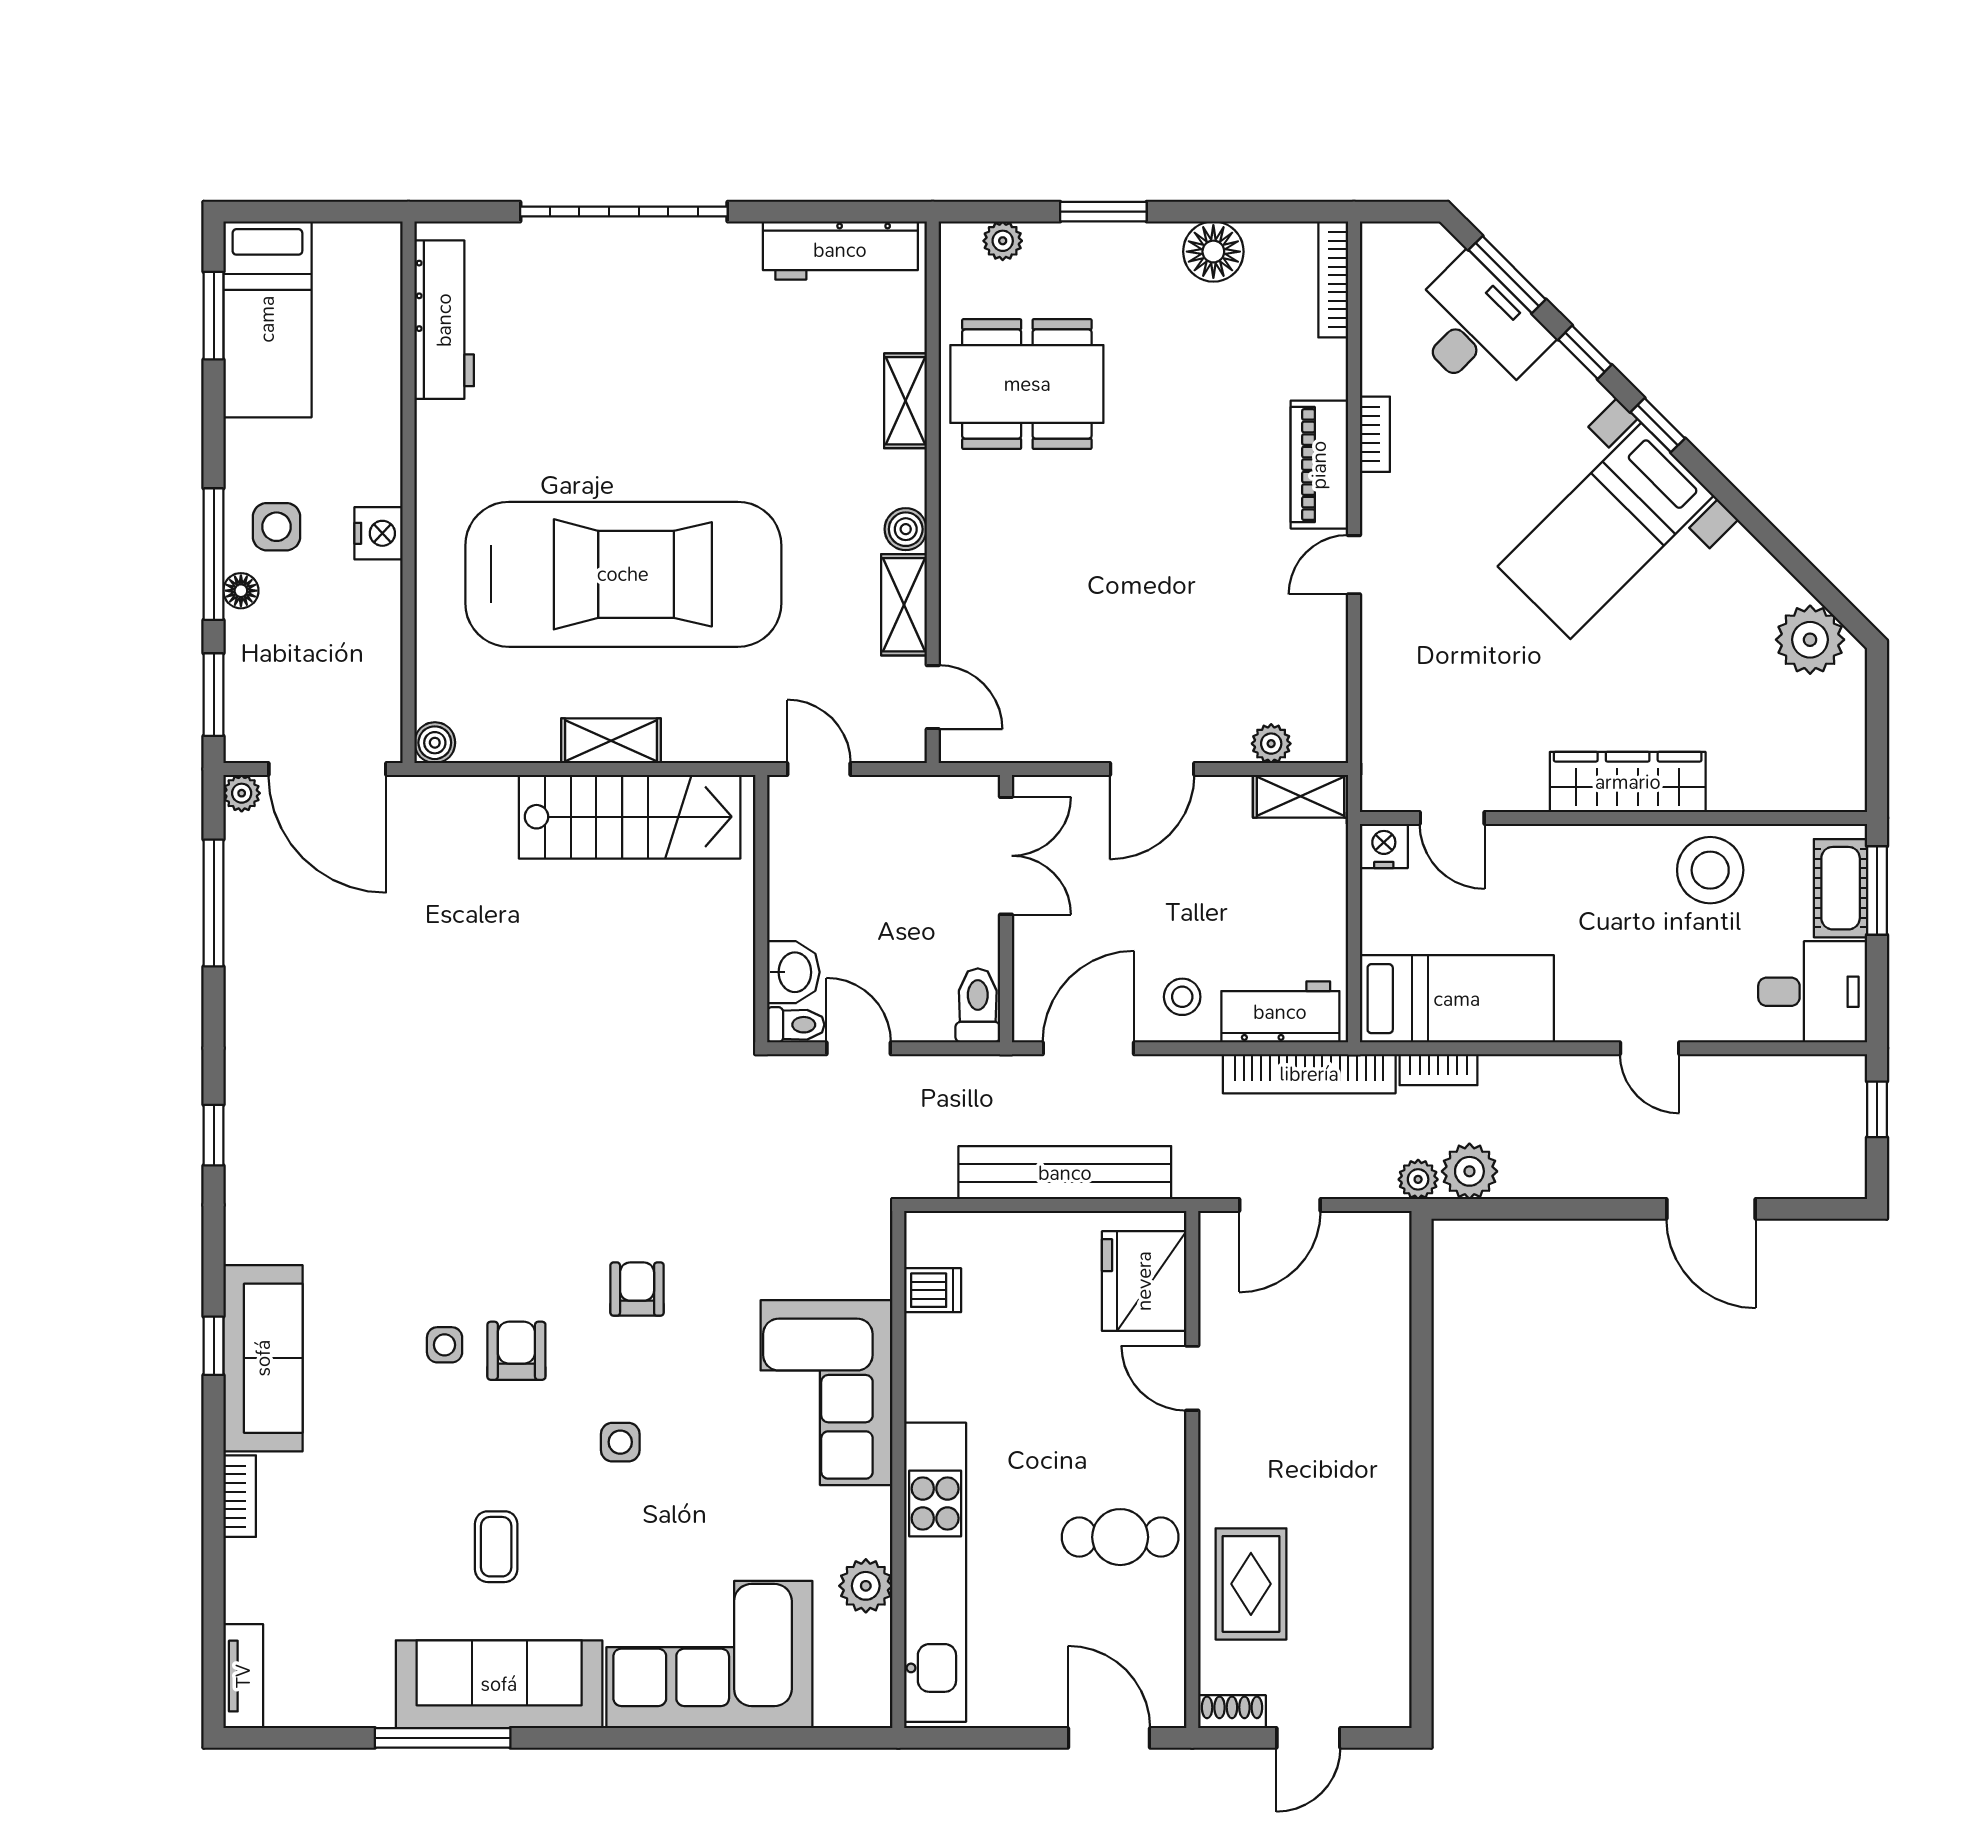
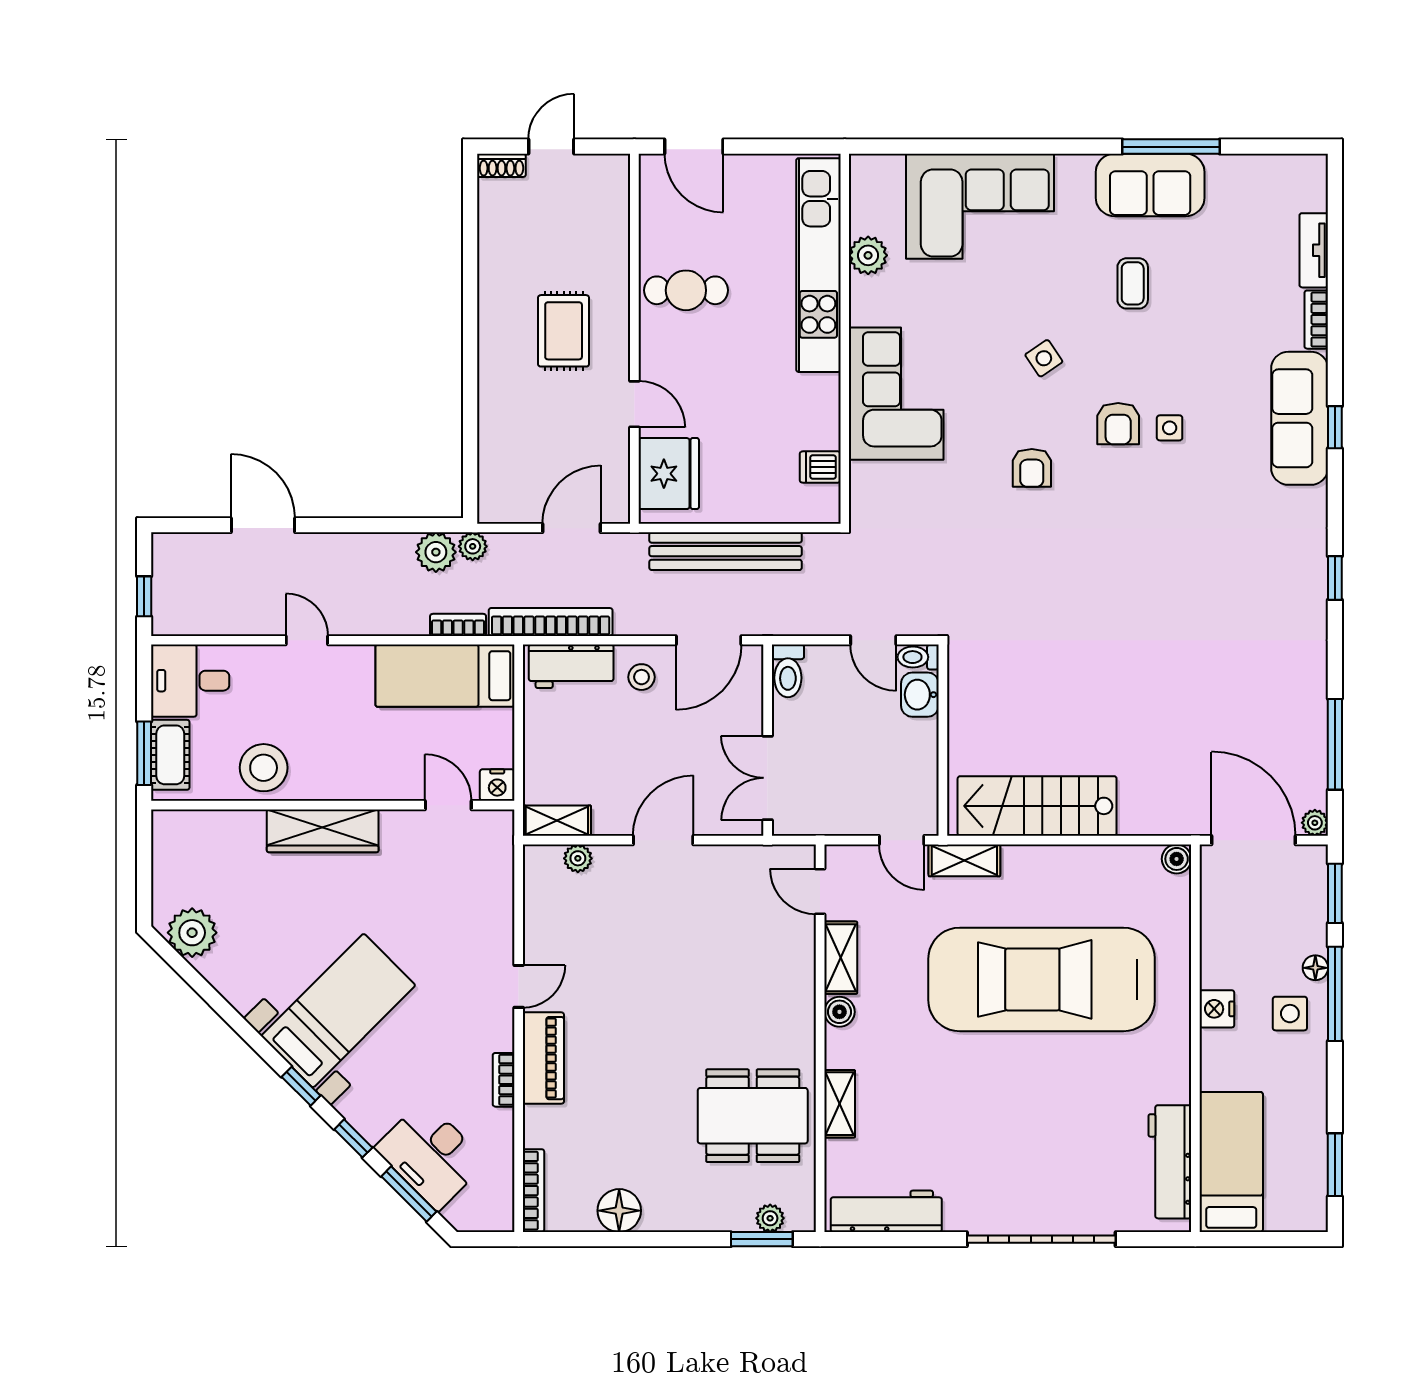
window: (1103, 212) -> (762, 1239), moved
bed: (267, 319) -> (1231, 1162), moved
shelving: (611, 741) -> (964, 860), moved
side table: (620, 1442) -> (1044, 358), turned -34
rug: (1251, 1584) -> (564, 331), moved
tv unit: (243, 1676) -> (1314, 250), moved
sofa: (499, 1684) -> (1150, 185), width x0.73
shoe rack: (1232, 1712) -> (501, 165), moved

